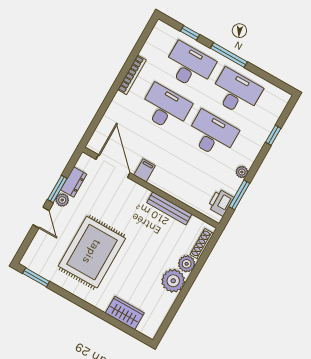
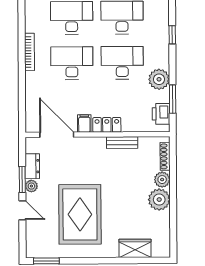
plant: (242, 172) -> (159, 79), width x1.87, depth x1.87
locker: (165, 184) -> (107, 125), added
bench: (169, 208) -> (122, 143), width x0.73

